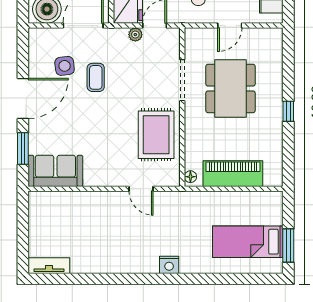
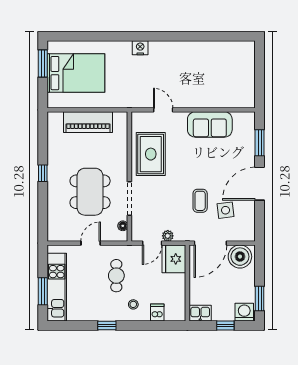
sofa: (55, 171) -> (210, 124), moved
floor lamp: (190, 177) -> (123, 226), moved
bed: (248, 242) -> (76, 73), width x1.50
tv unit: (49, 266) -> (238, 47), removed

